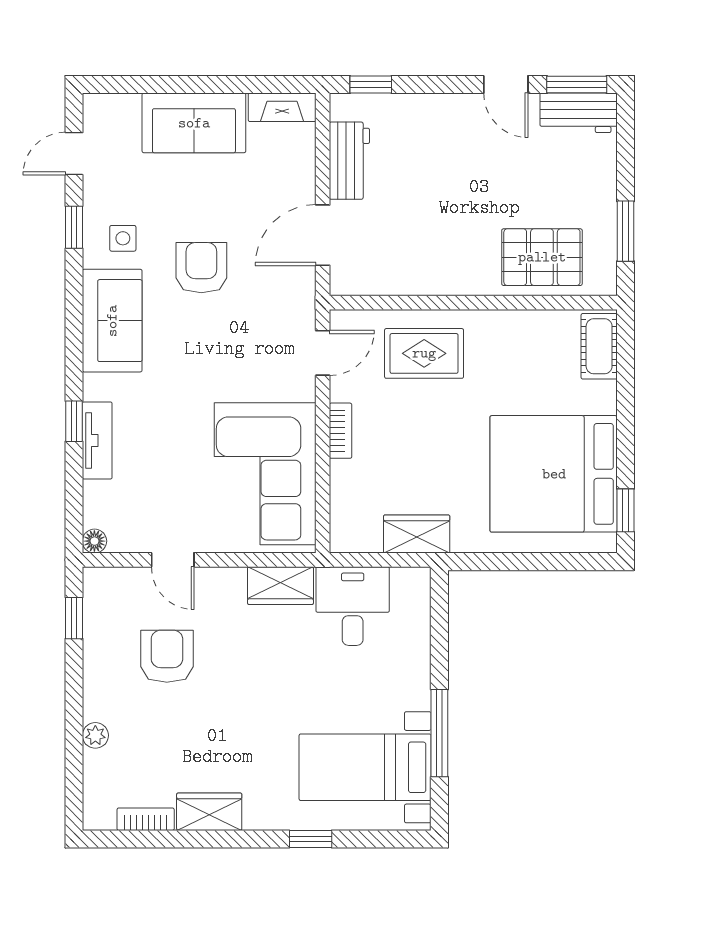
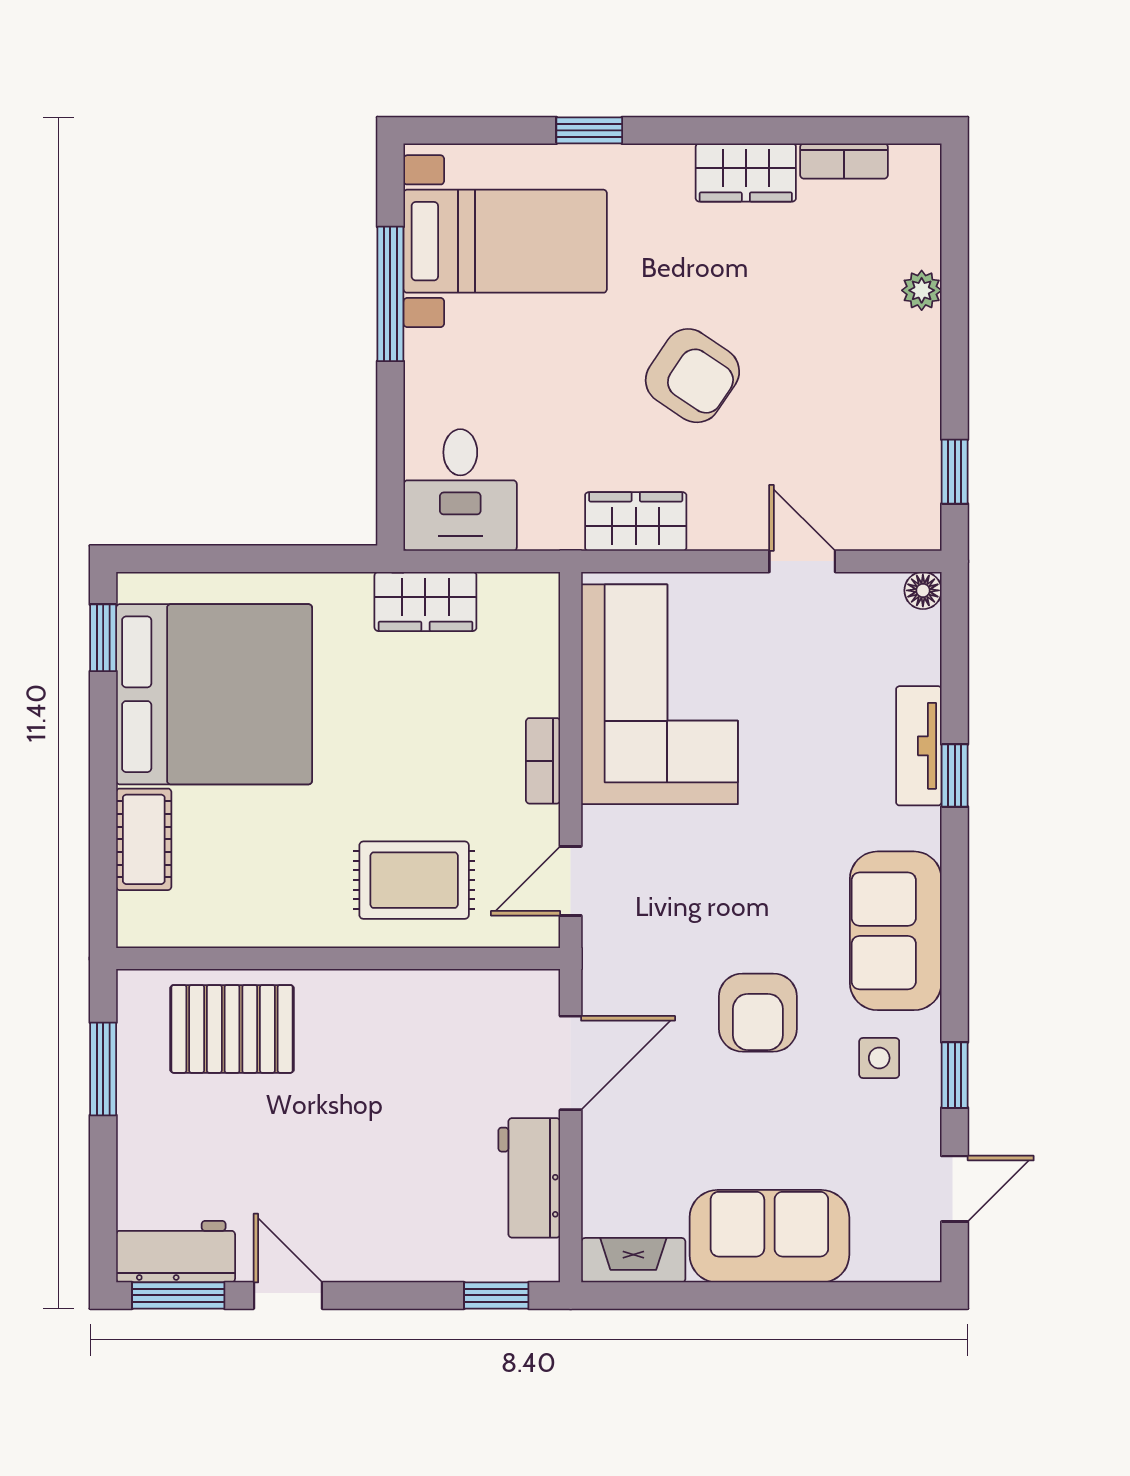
cot: (599, 346) -> (144, 839), moved
desk: (353, 606) -> (460, 490), moved
armchair: (167, 656) -> (692, 376), moved, turned -56

